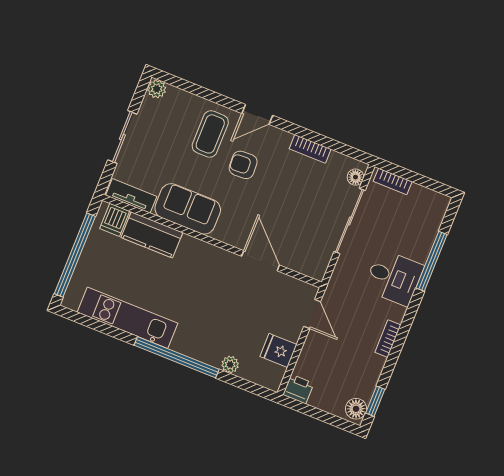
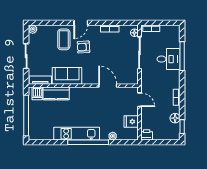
desk: (394, 278) -> (169, 59), moved
kitchen unit: (128, 318) -> (77, 134), moved
floor lamp: (356, 409) -> (175, 118), moved

